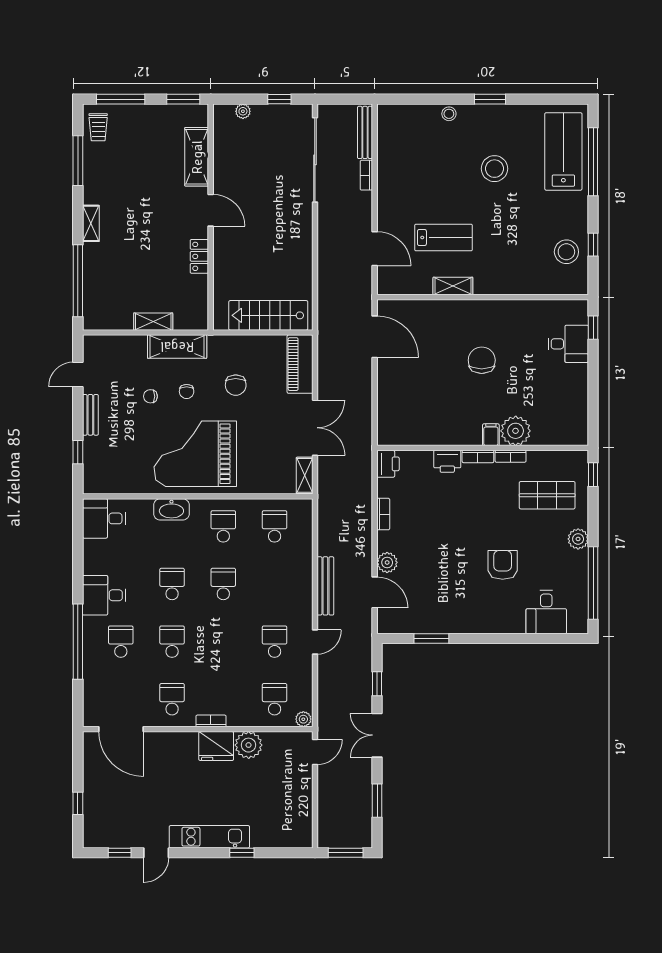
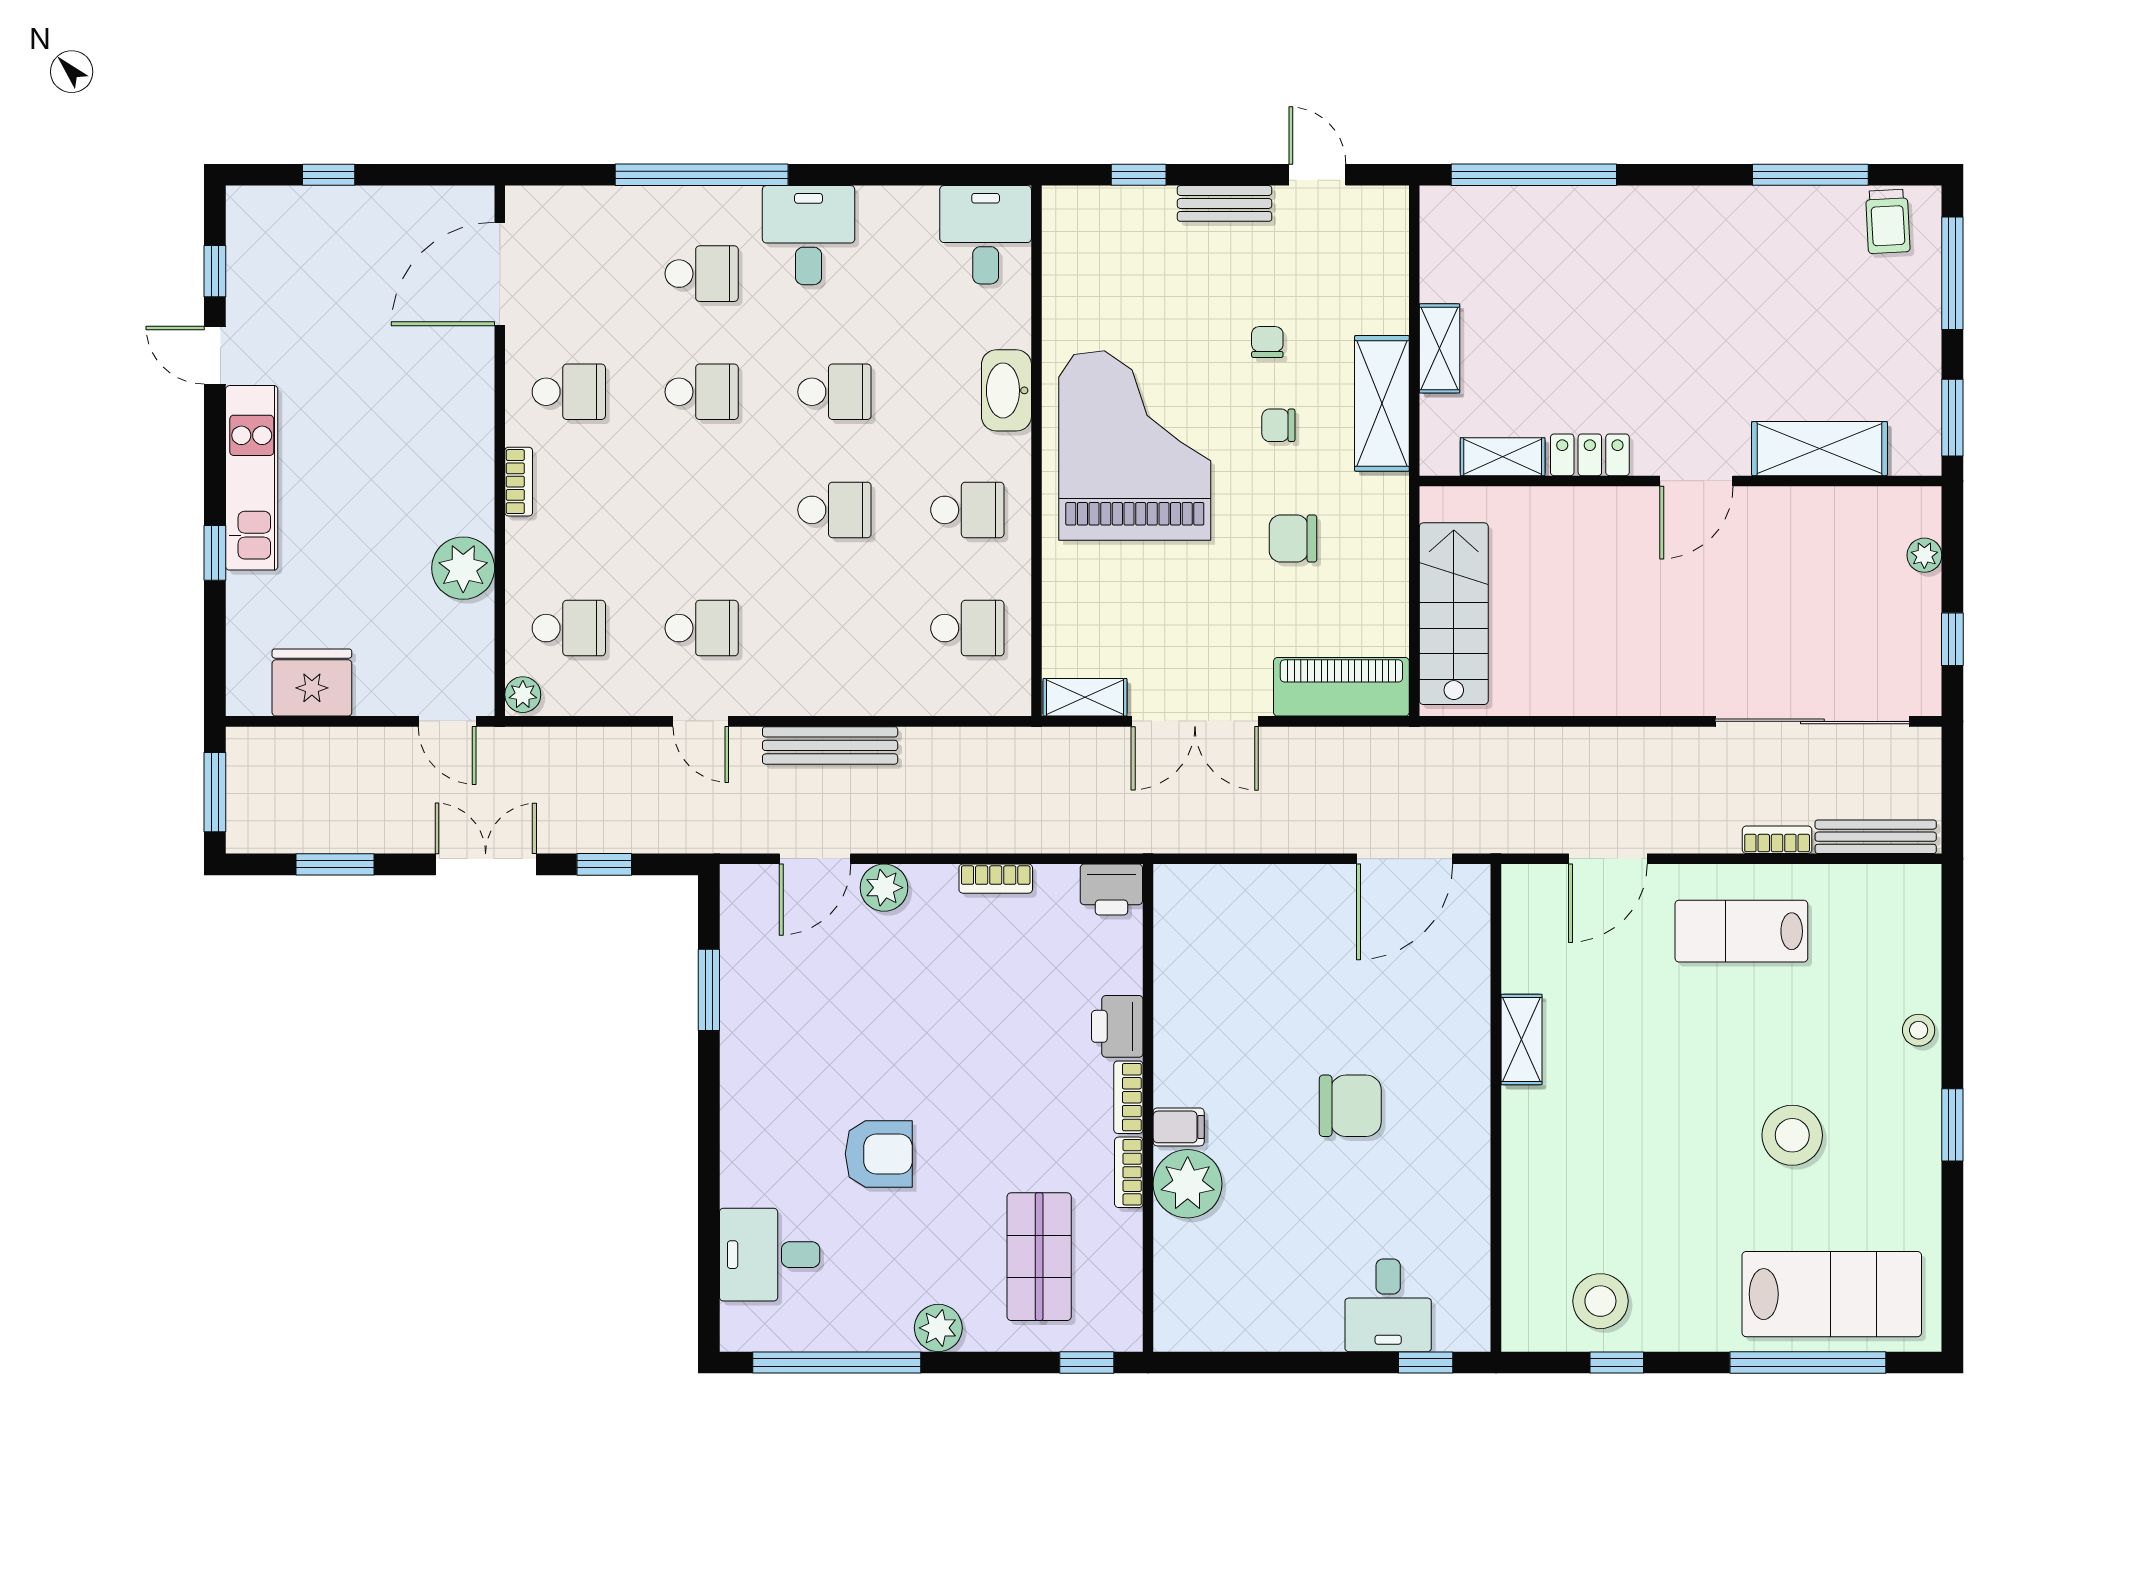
trolley: (98, 127) -> (1888, 221), turned -93
shelving: (91, 223) -> (1503, 457), moved
lab bench: (443, 238) -> (1741, 931), moved, turned 90
fridge: (216, 746) -> (312, 683), moved, turned 90

